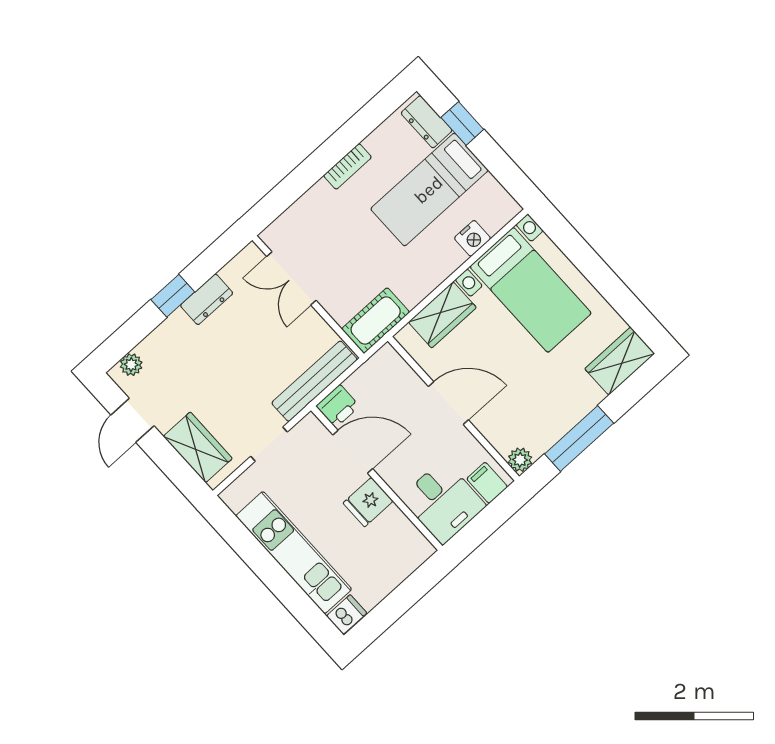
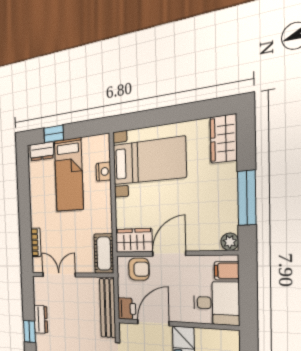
bookcase: (348, 166) -> (36, 242), moved
double door: (291, 278) -> (59, 275), swing flipped
wardrobe: (442, 315) -> (134, 240), moved, turned -90
armchair: (398, 382) -> (139, 269), added

